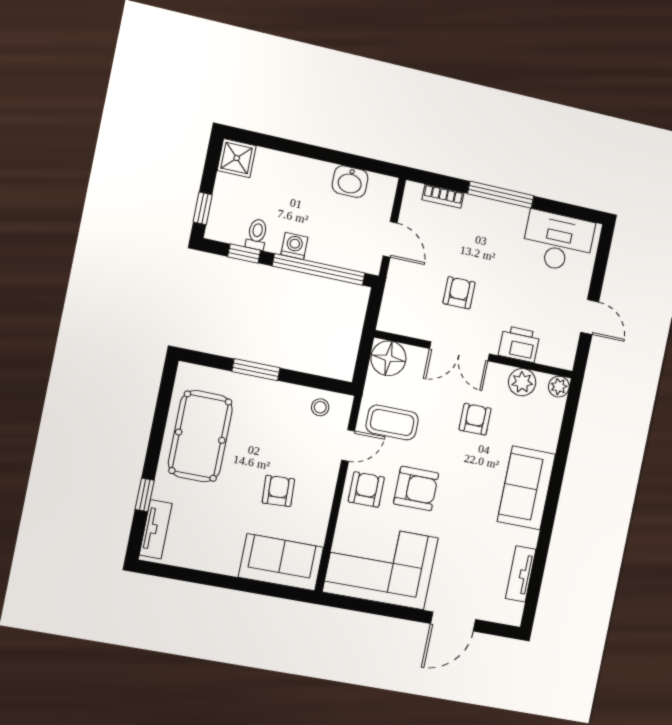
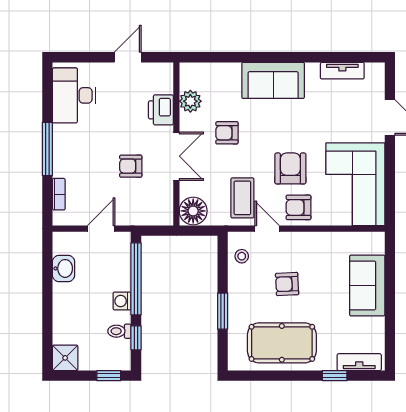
plant: (559, 387) -> (188, 71), removed
armchair: (278, 491) -> (287, 284), moved
sofa: (281, 562) -> (367, 285), moved

